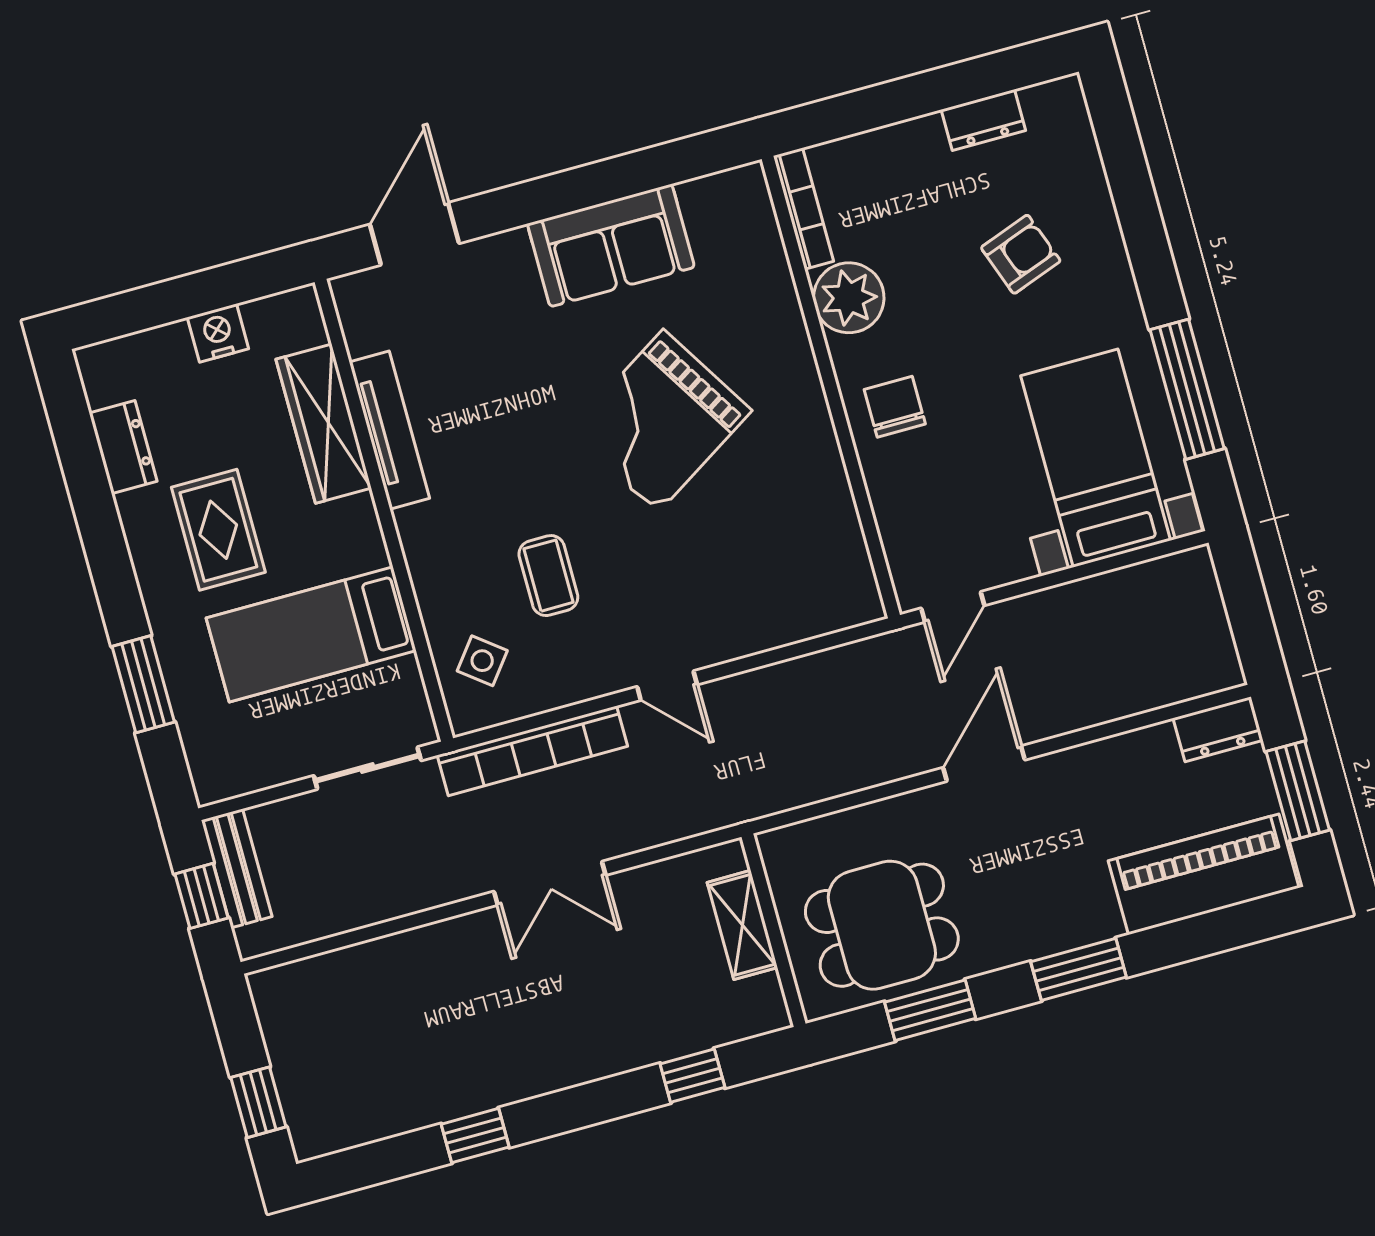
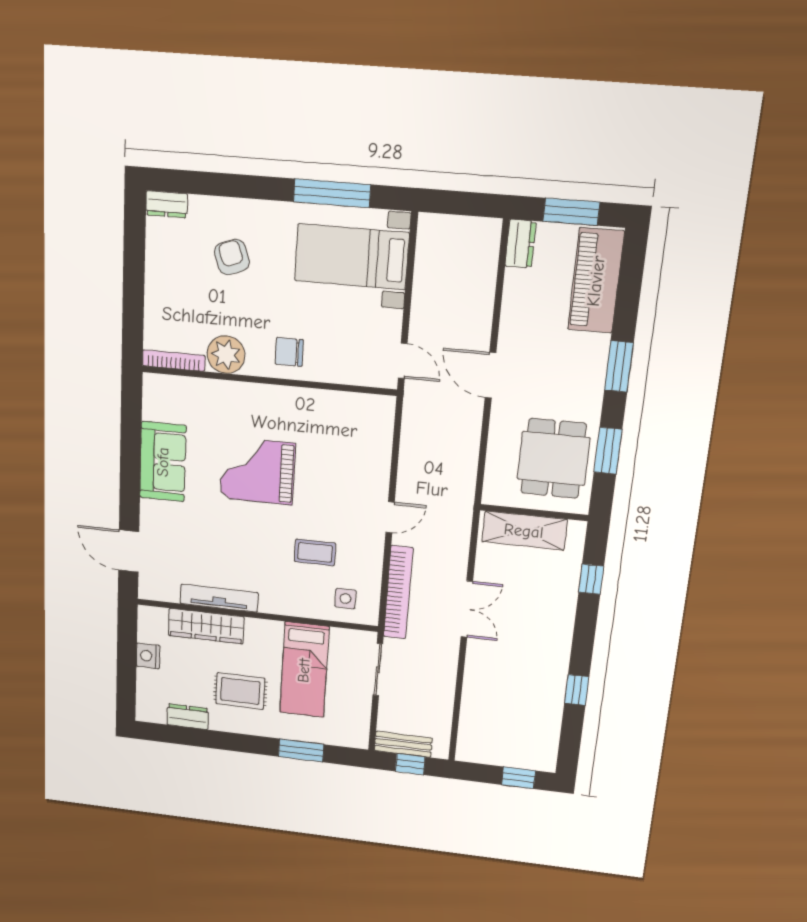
dresser: (983, 120) -> (167, 204), moved, turned 90
grand piano: (660, 421) -> (257, 471), turned 122
side table: (482, 661) -> (345, 599), turned -38
shelving: (742, 925) -> (524, 531), width x1.50, depth x1.33

